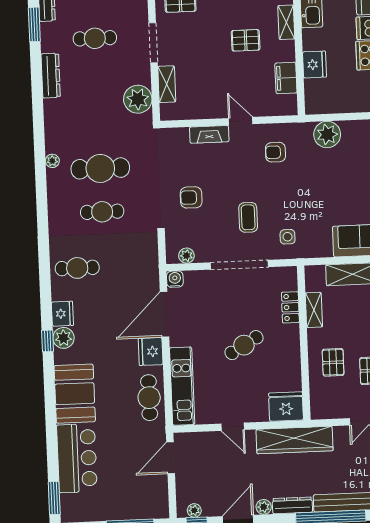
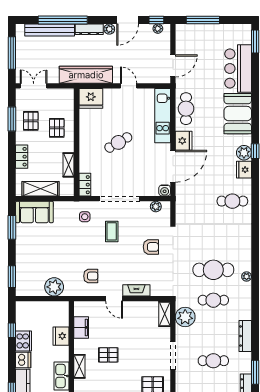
shelving: (167, 84) -> (165, 314), moved
cafe table: (102, 212) -> (213, 300), moved
locker: (290, 307) -> (85, 185), moved

